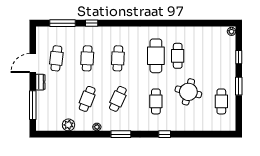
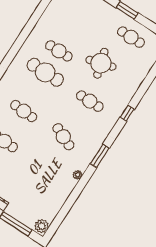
round table: (188, 92) -> (101, 63), turned -31
cafe table: (87, 99) -> (44, 167), removed
plant: (68, 125) -> (42, 226), moved

